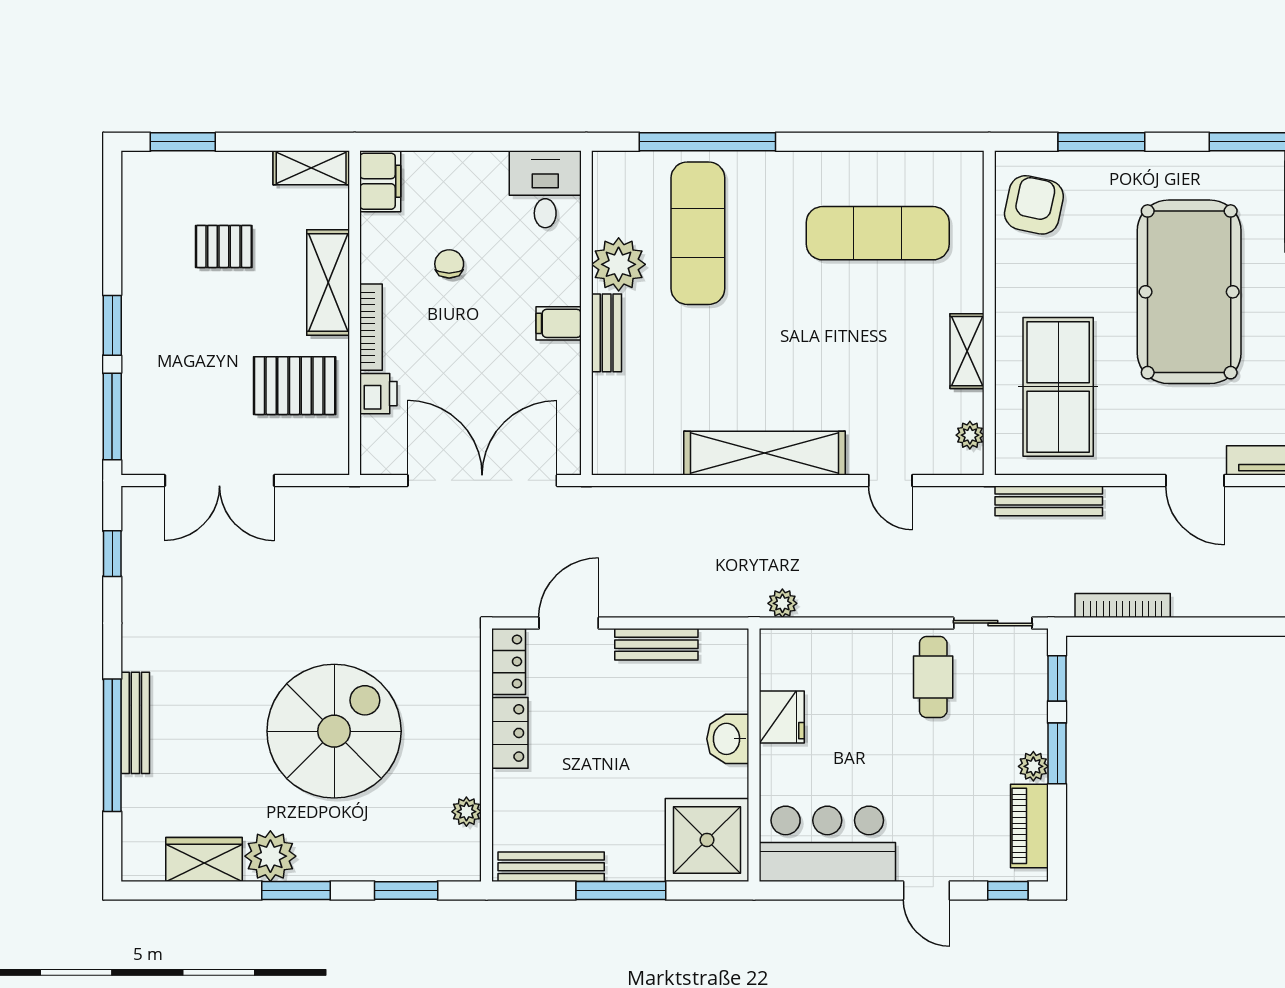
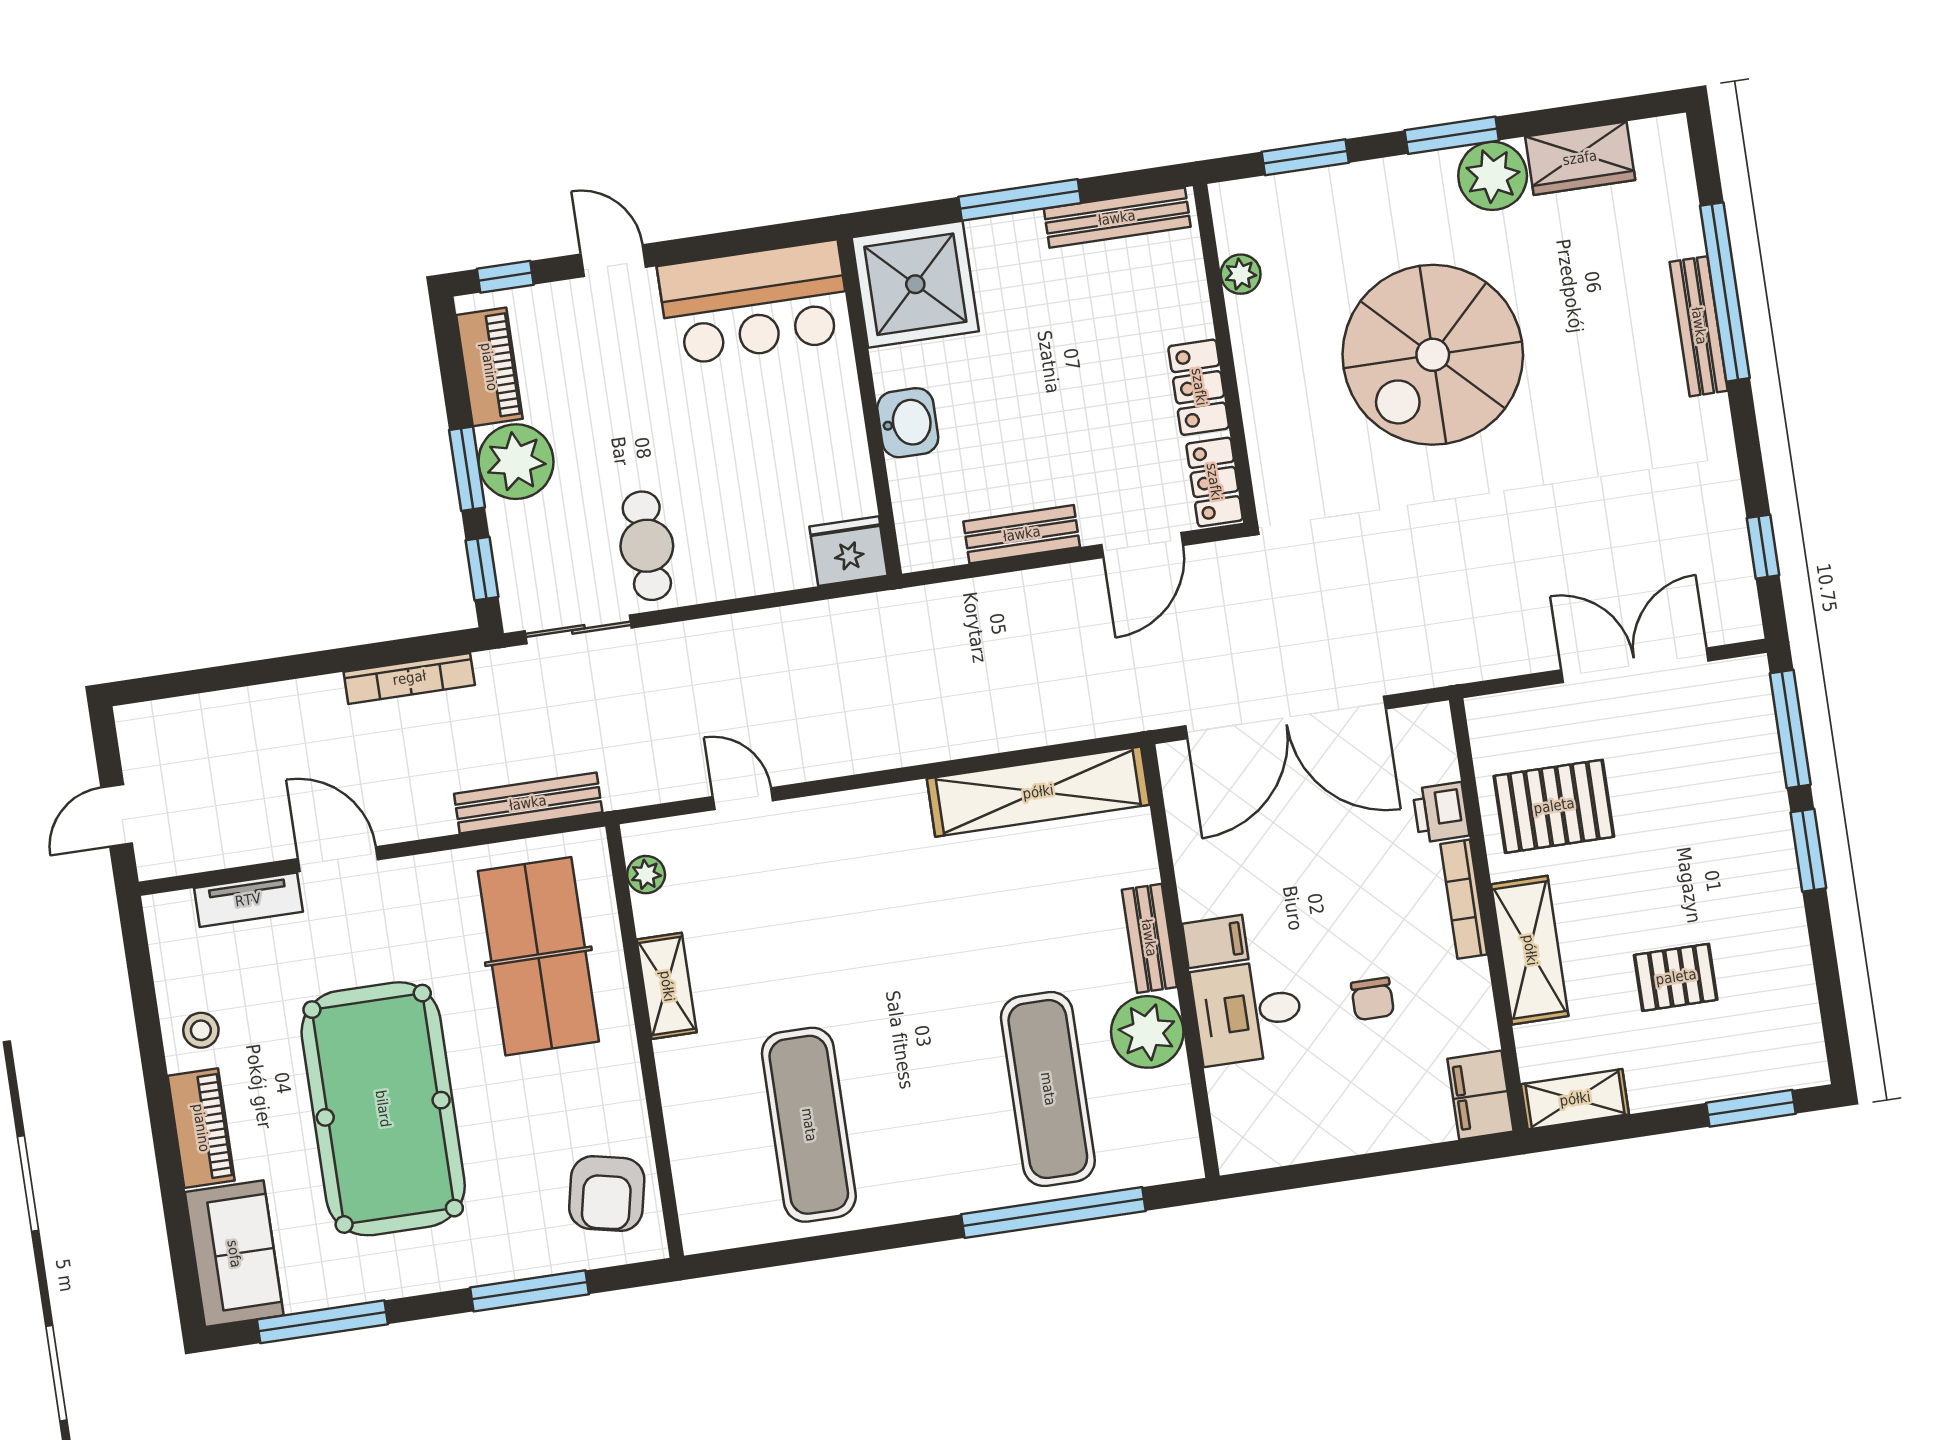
desk: (545, 189) -> (1248, 1012), moved, turned 90
exercise mat: (878, 233) -> (809, 1125), turned 90
shelving: (764, 453) -> (1038, 792), moved
plant: (782, 603) -> (862, 614), removed
fridge: (782, 717) -> (849, 551), moved, turned 90
plant: (1033, 766) -> (516, 462), width x1.88, depth x1.88

